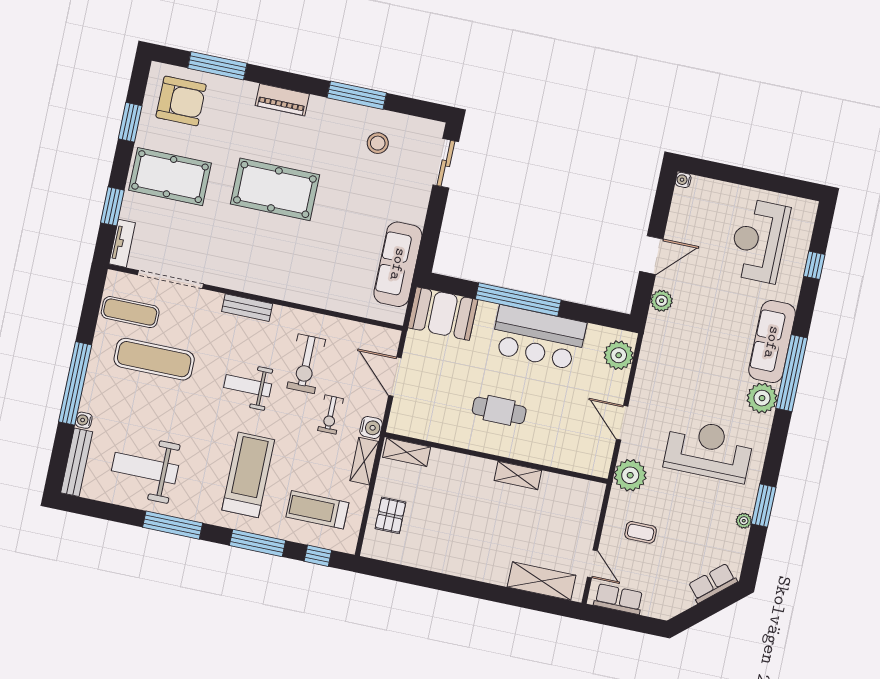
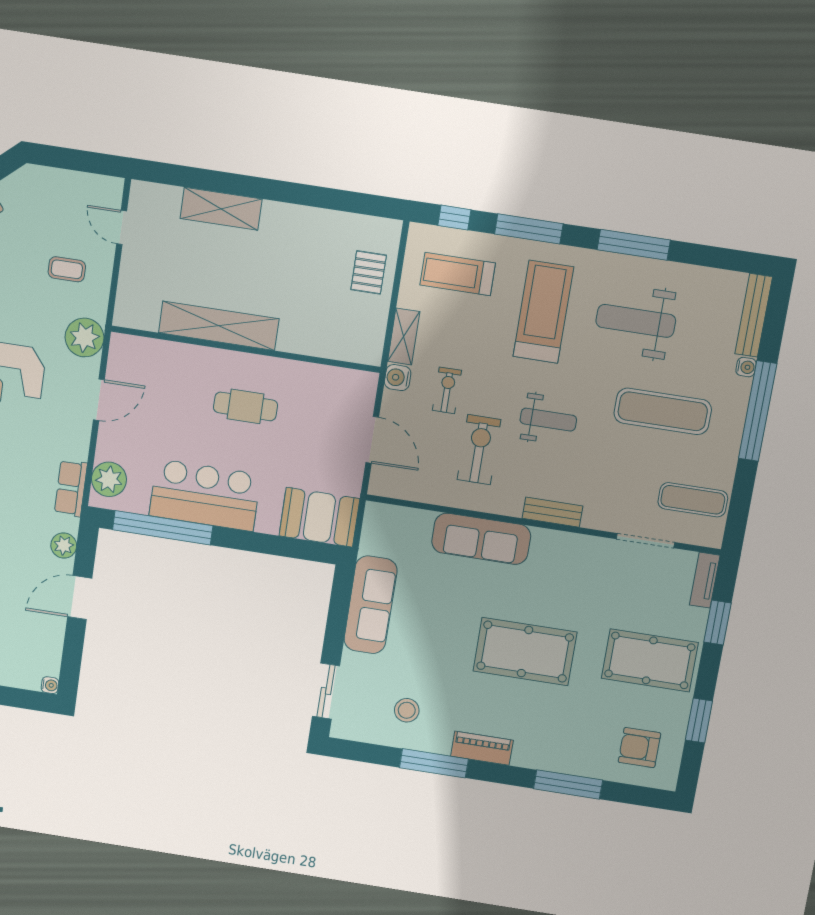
window: (217, 66) -> (568, 784), moved
piano: (282, 100) -> (482, 748), moved
armchair: (181, 101) -> (639, 748), width x0.73, depth x0.73
sofa: (398, 264) -> (370, 605), moved
doorway: (171, 280) -> (645, 541), width x0.73
sofa: (308, 288) -> (481, 539), added
window: (518, 299) -> (163, 528), moved
exercise mat: (154, 359) -> (663, 411), moved
door: (622, 423) -> (99, 400), hinge flipped
shelving: (407, 452) -> (353, 350), removed
weight bench: (145, 468) -> (636, 321), moved, turned 180
treadmill: (248, 475) -> (543, 312), turned 180
shelving: (518, 475) -> (219, 326), width x2.20, depth x1.33
treadmill: (317, 510) -> (458, 274), turned 180
shelving: (542, 581) -> (221, 209), moved
row of seats: (619, 599) -> (71, 488), moved, turned 90

